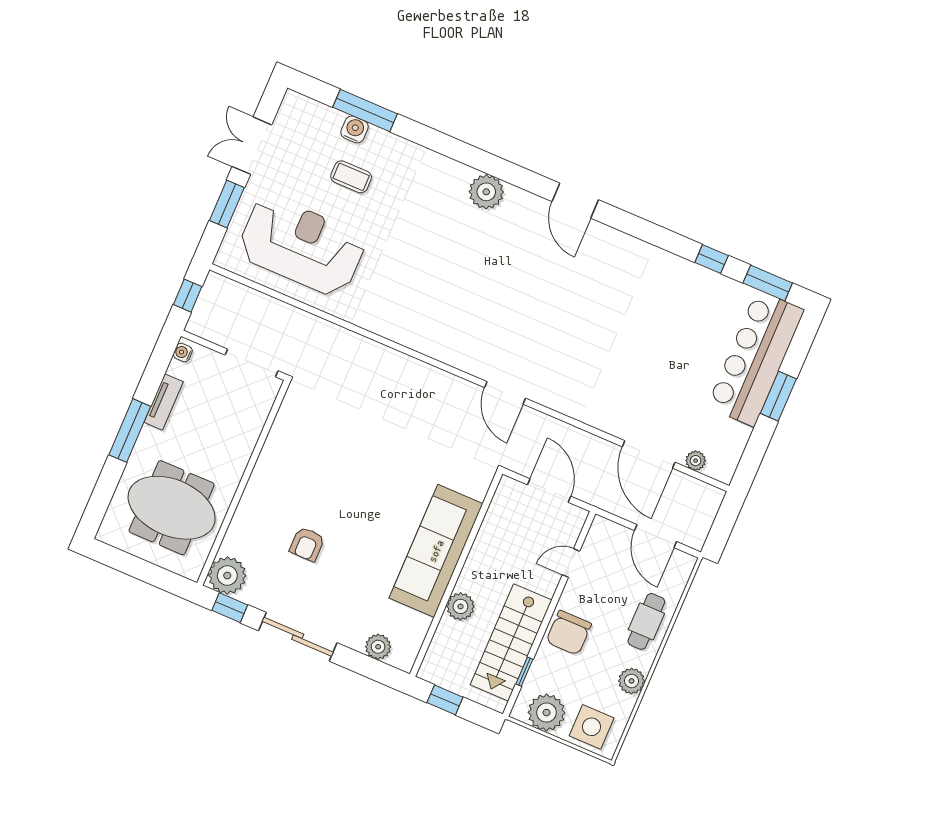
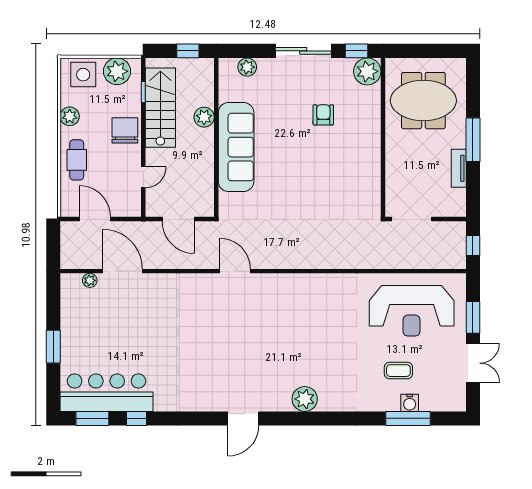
door: (575, 201) -> (243, 418), swing flipped
water cooler: (183, 353) -> (460, 206), removed
bar counter: (756, 358) -> (107, 393), moved, turned -90

